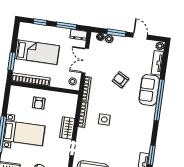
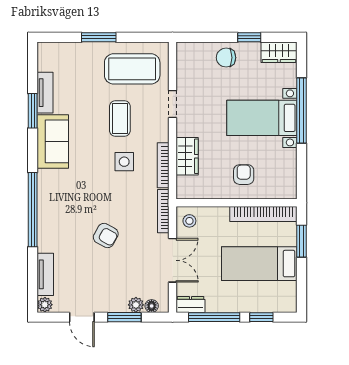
window: (66, 26) -> (214, 317), width x1.44
sofa: (149, 90) -> (53, 141), moved
wardrobe: (67, 128) -> (187, 156), moved
coffee table: (103, 144) -> (120, 119), added

